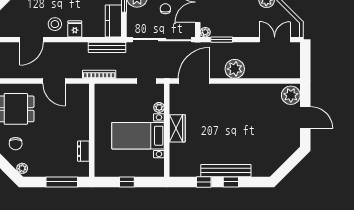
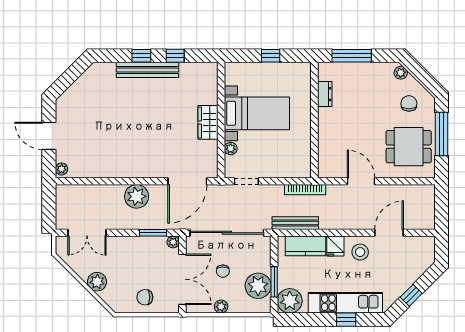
kitchen counter: (113, 21) -> (306, 246), moved, turned 90
plant: (291, 95) -> (62, 169), width x0.53, depth x0.53

